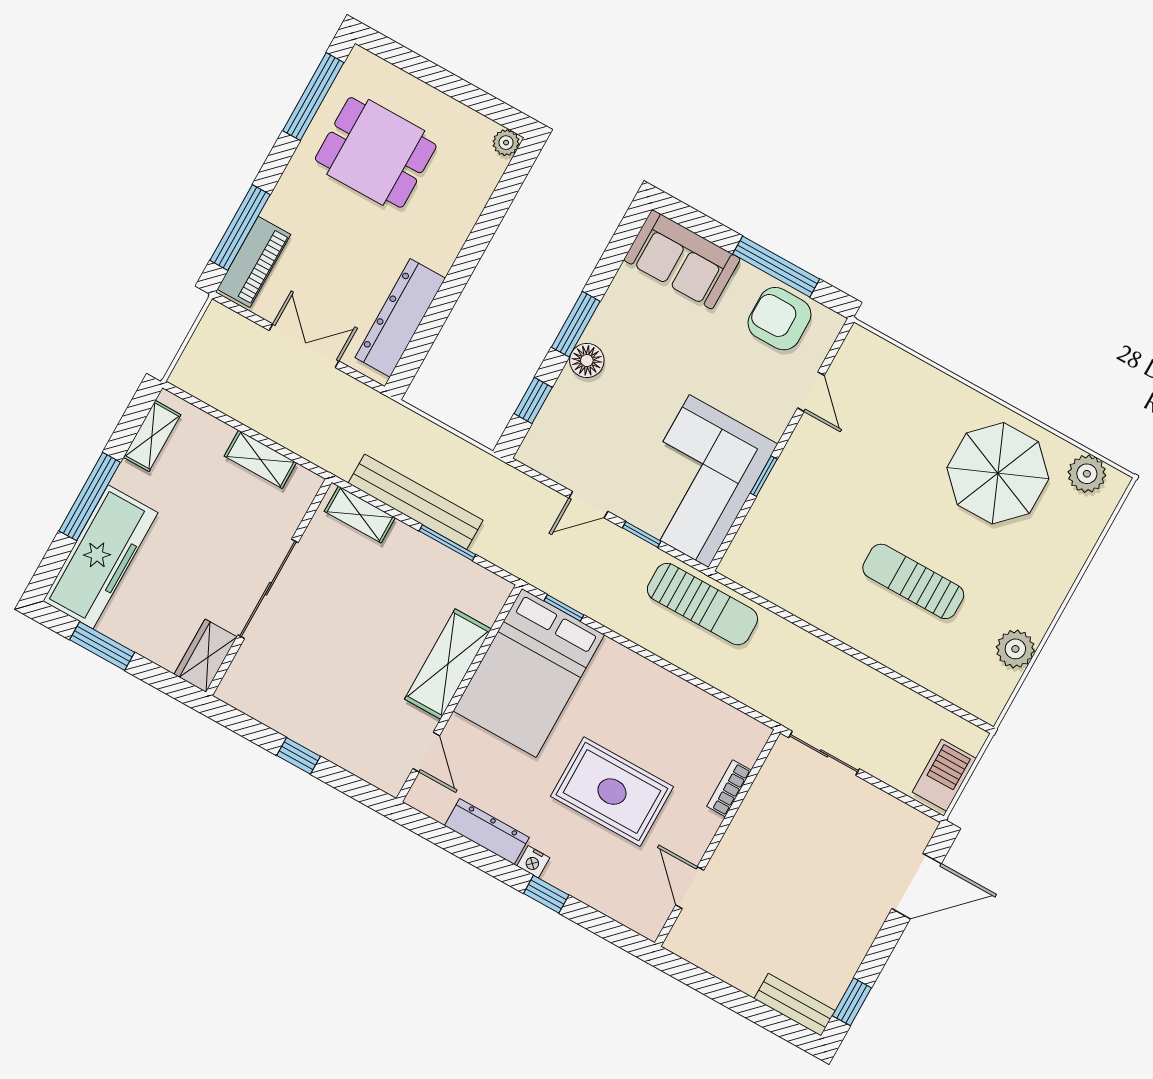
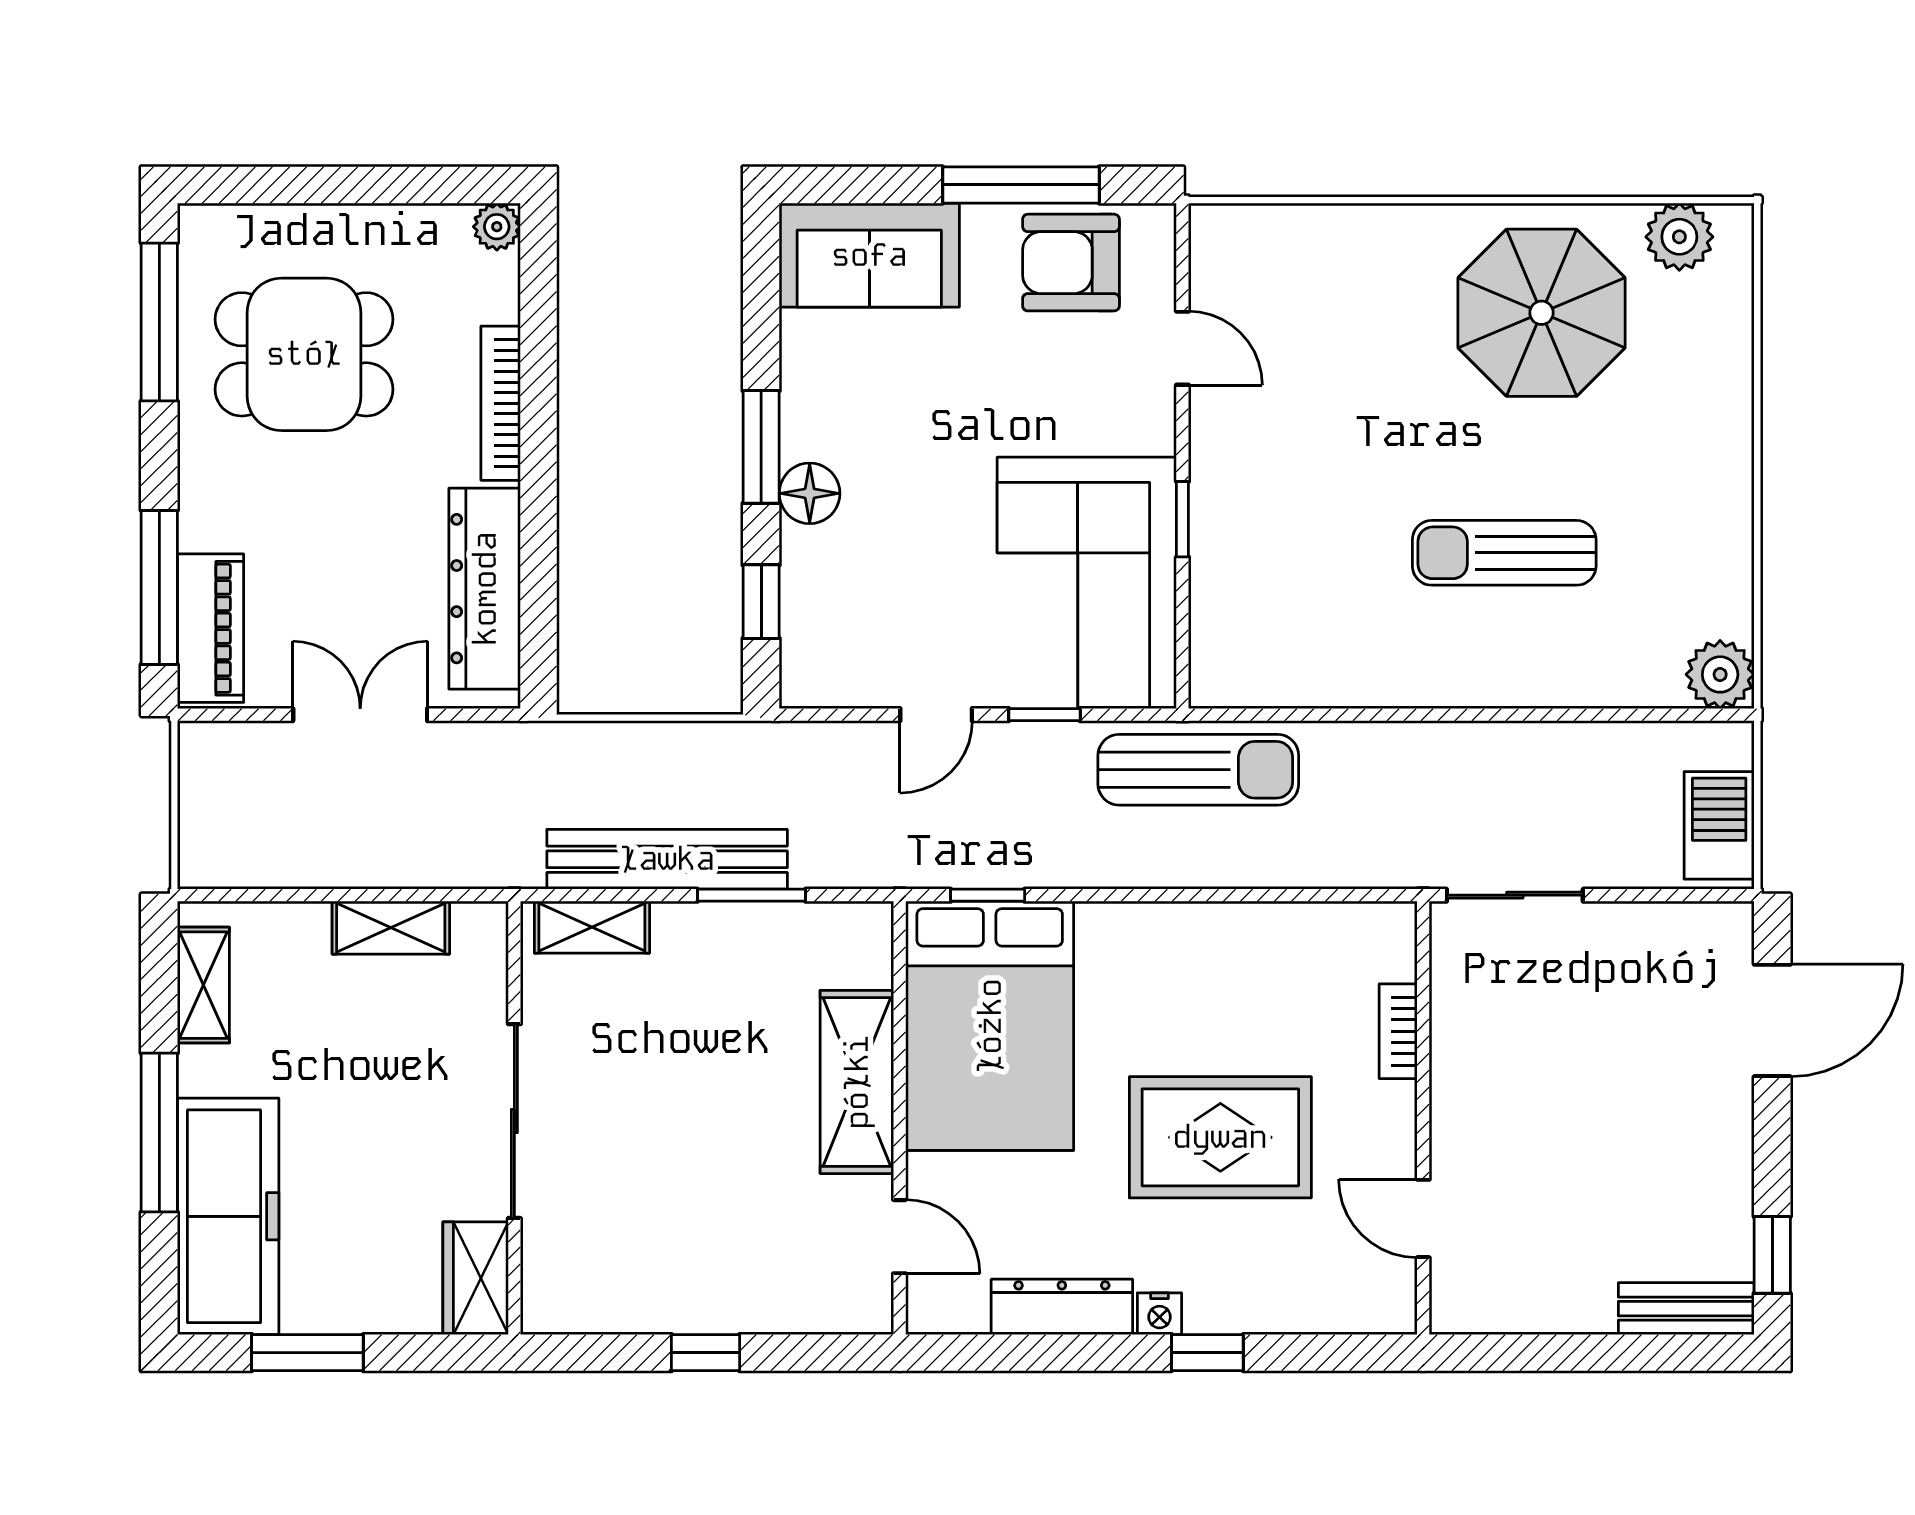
bookcase: (459, 231) -> (501, 403), added
plant: (1015, 649) -> (1720, 674), moved

